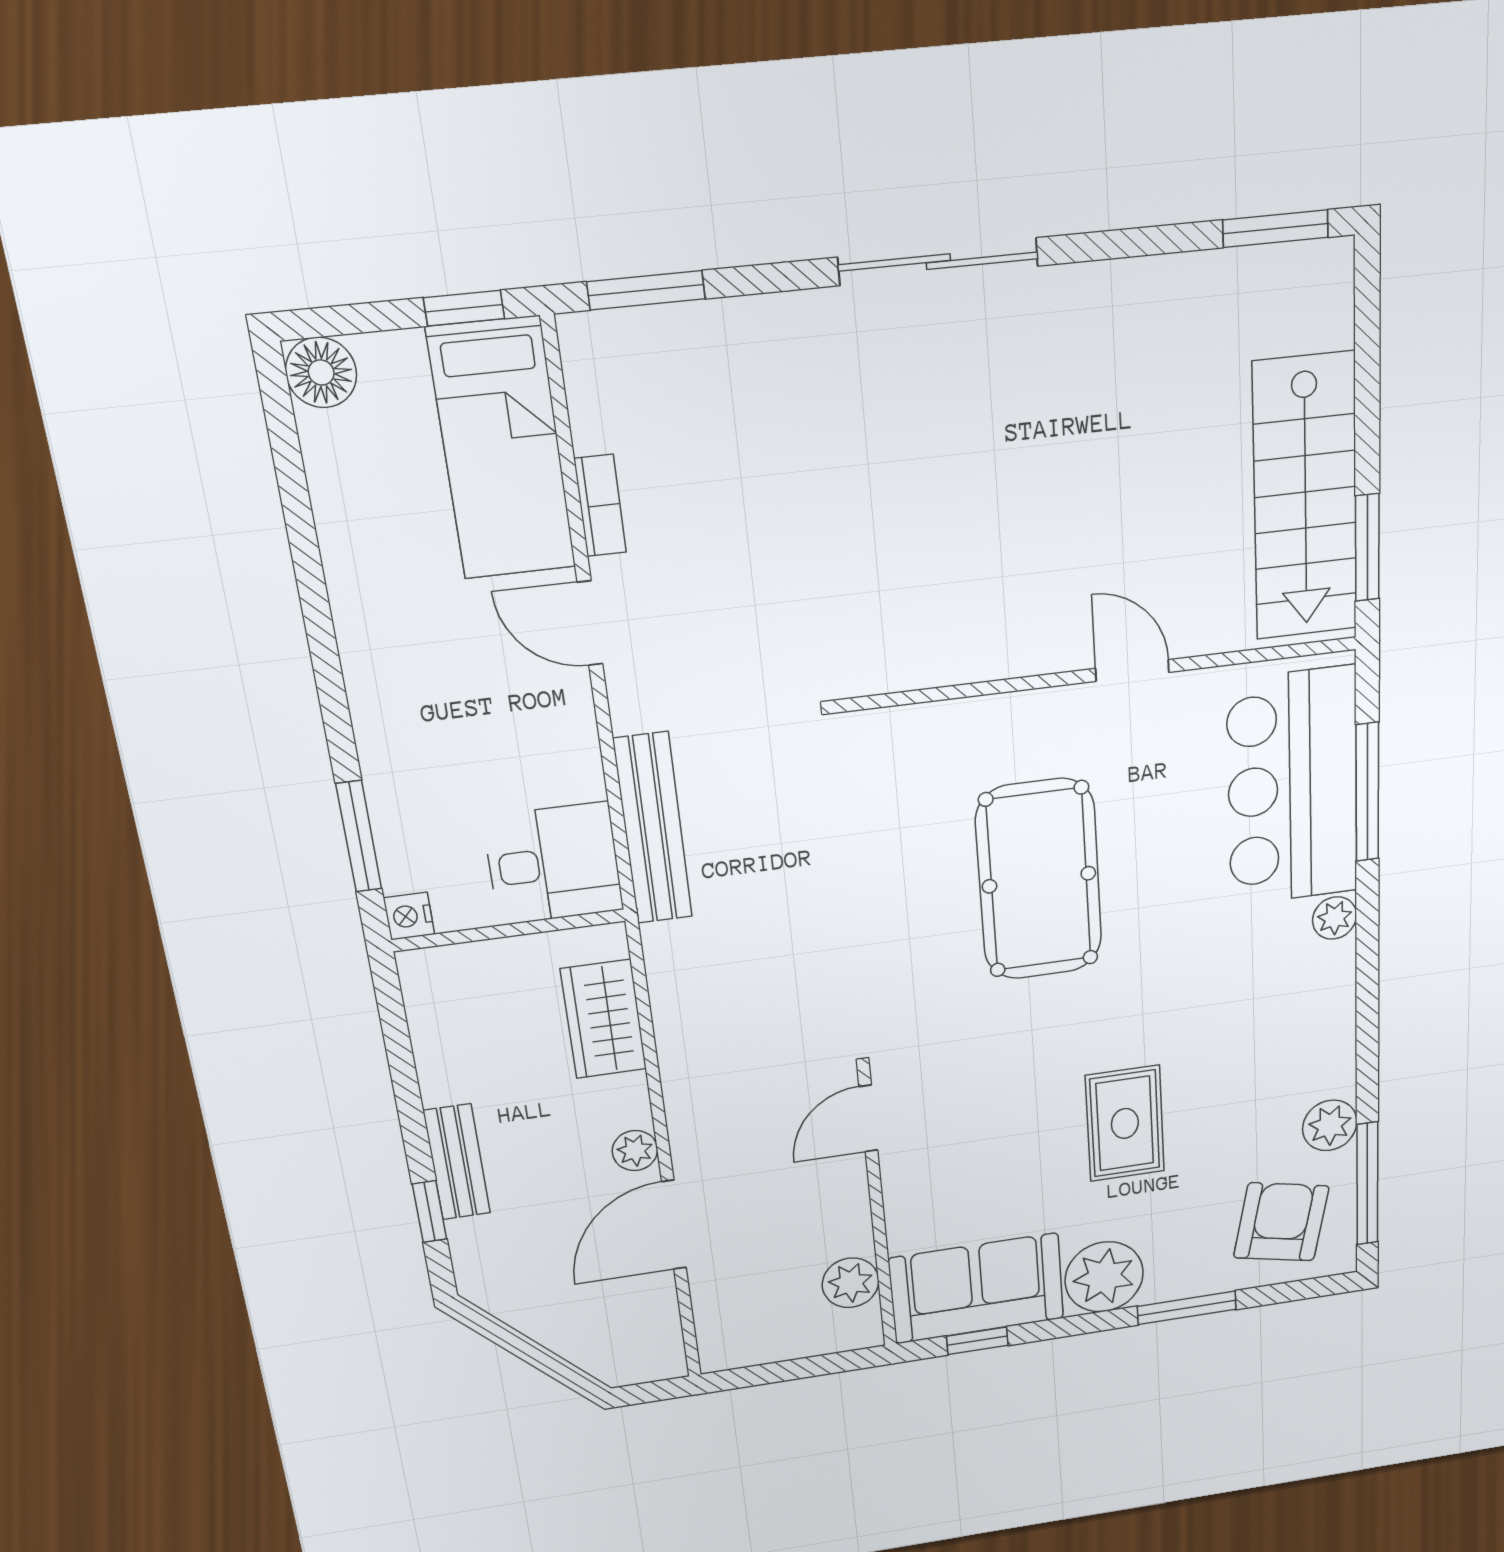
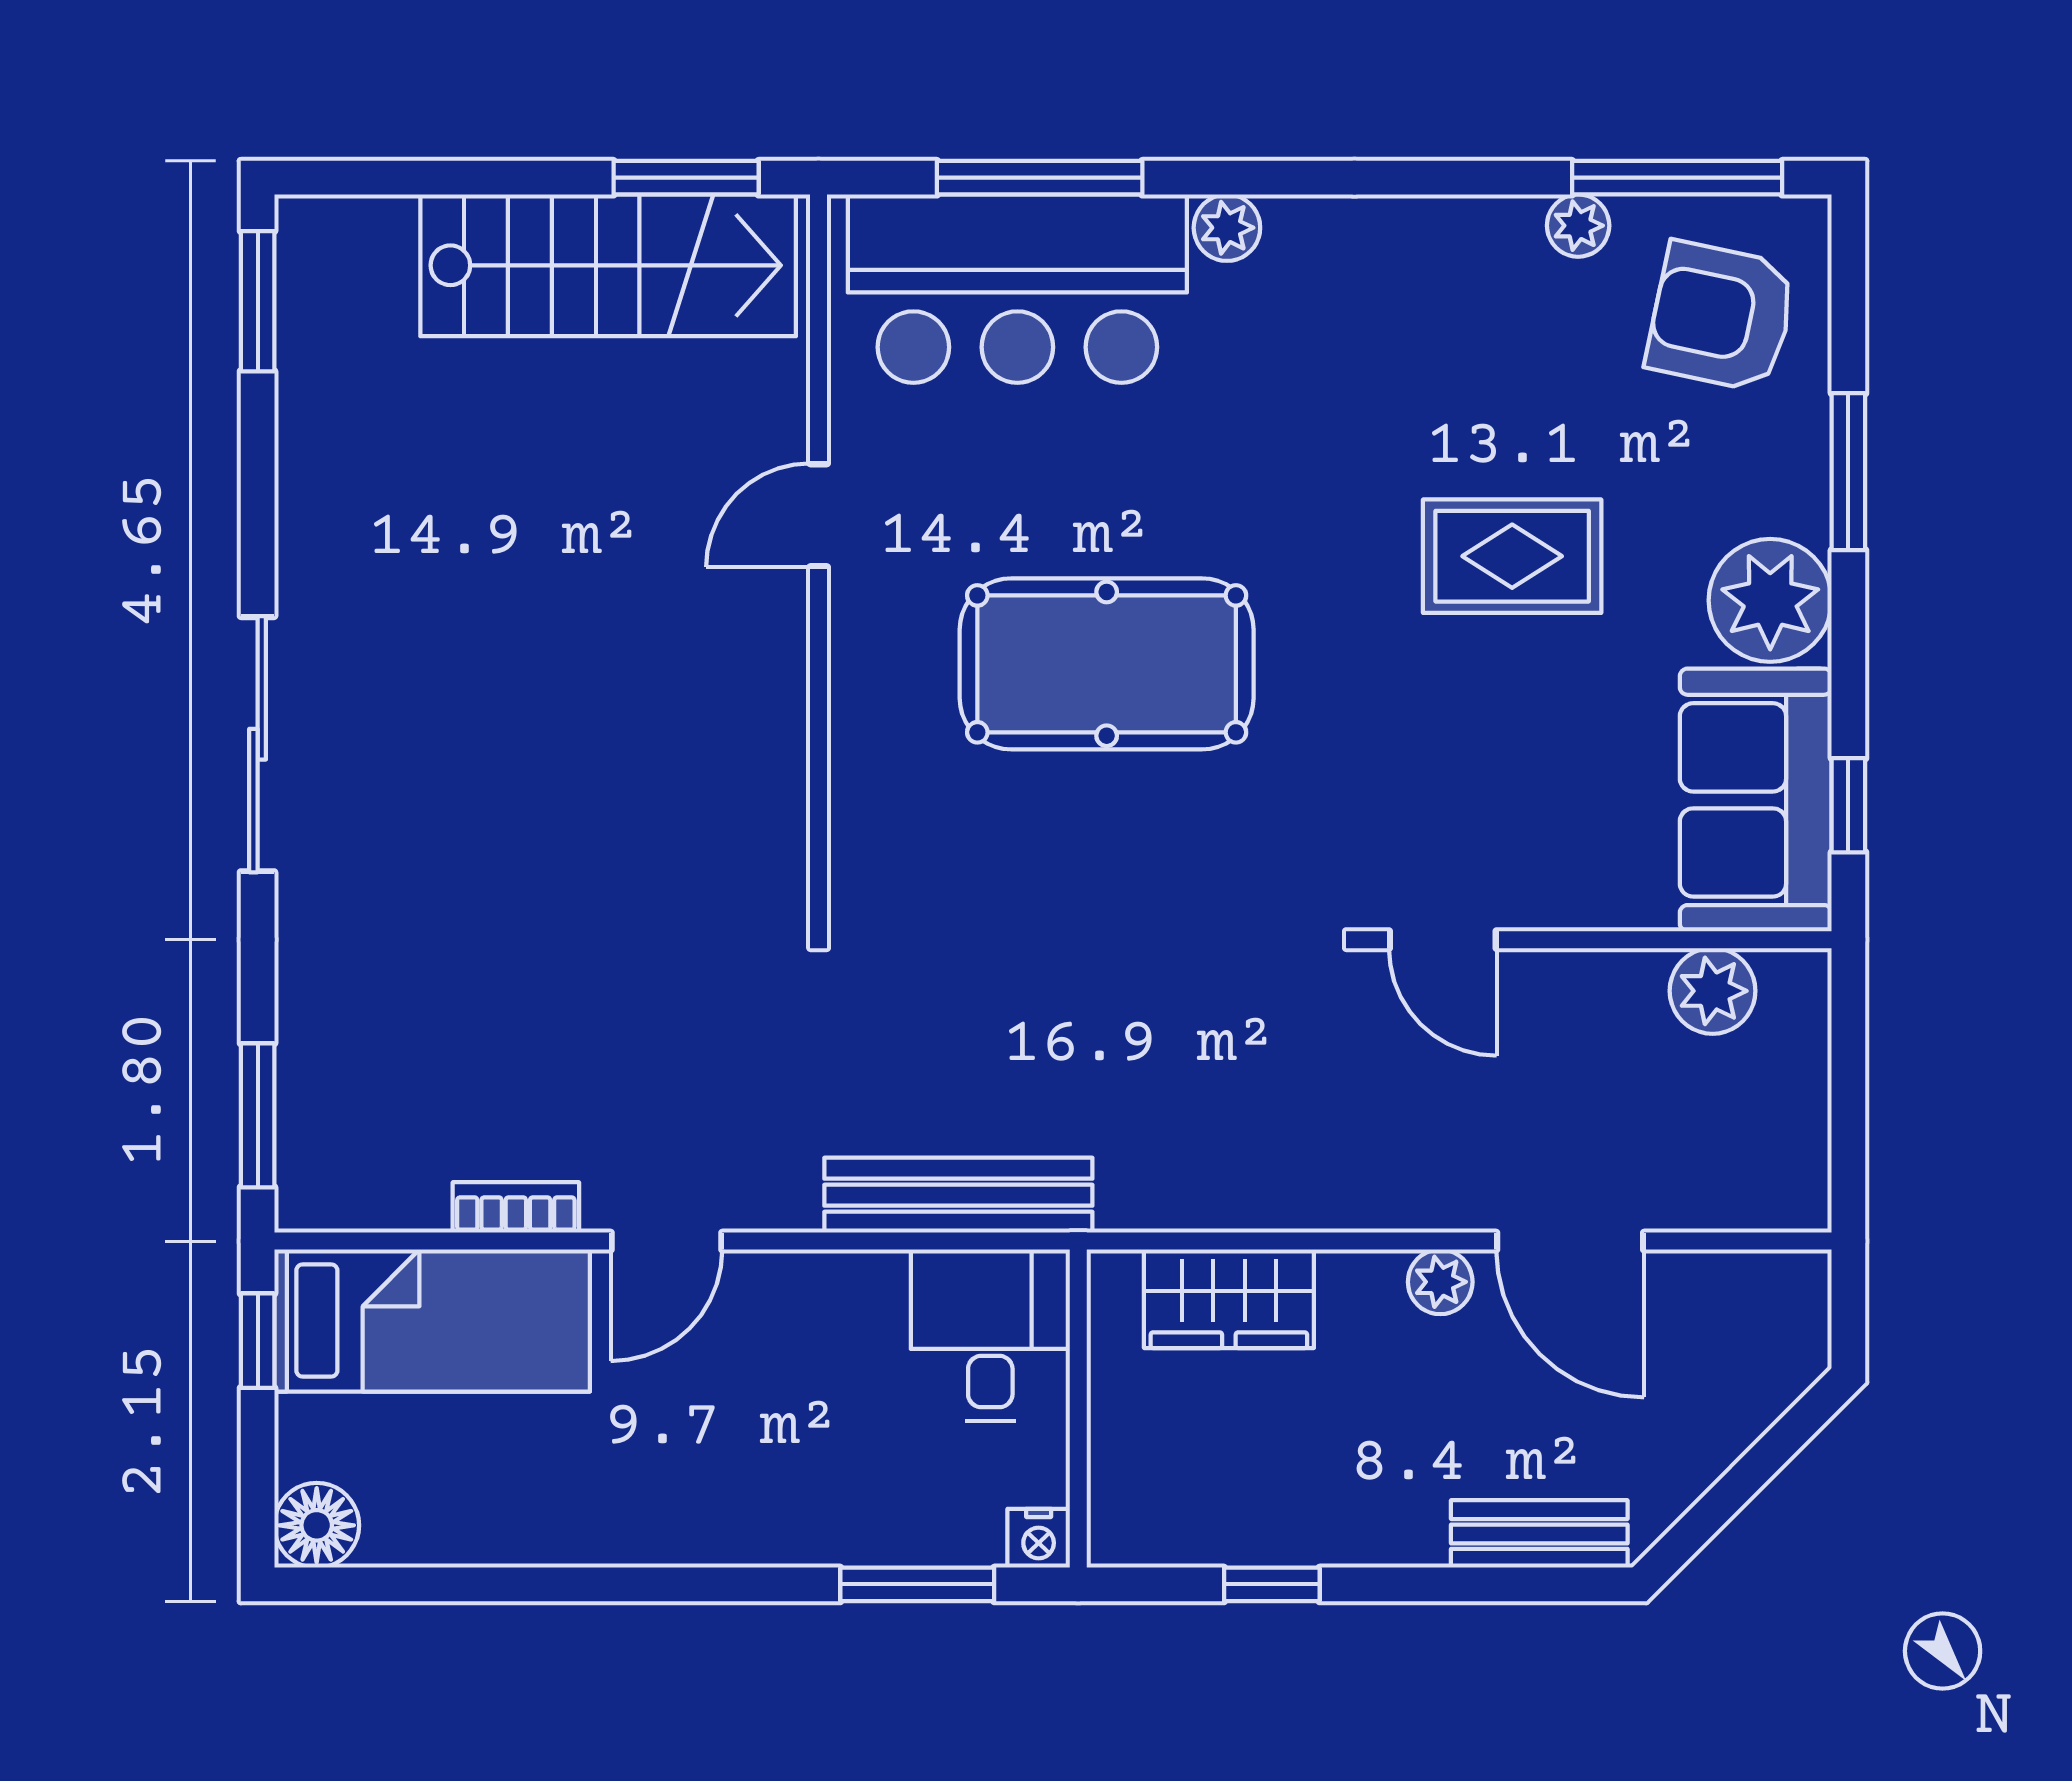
plant: (1330, 1125) -> (1578, 226), width x0.73, depth x0.73
bench: (457, 1162) -> (1539, 1534), moved
window: (429, 1212) -> (1272, 1584), moved

